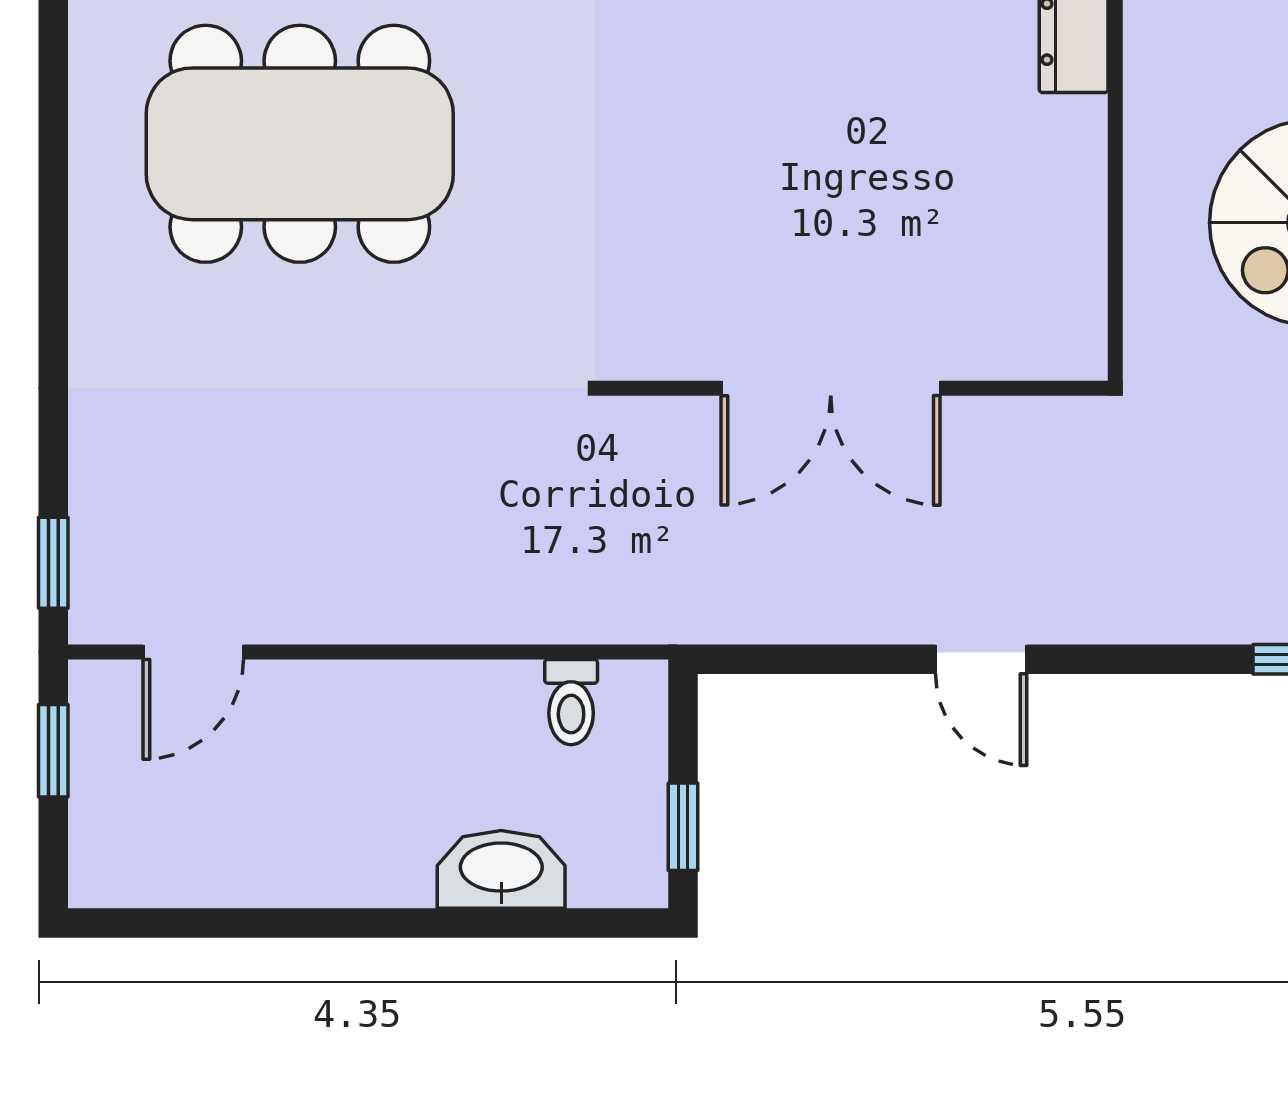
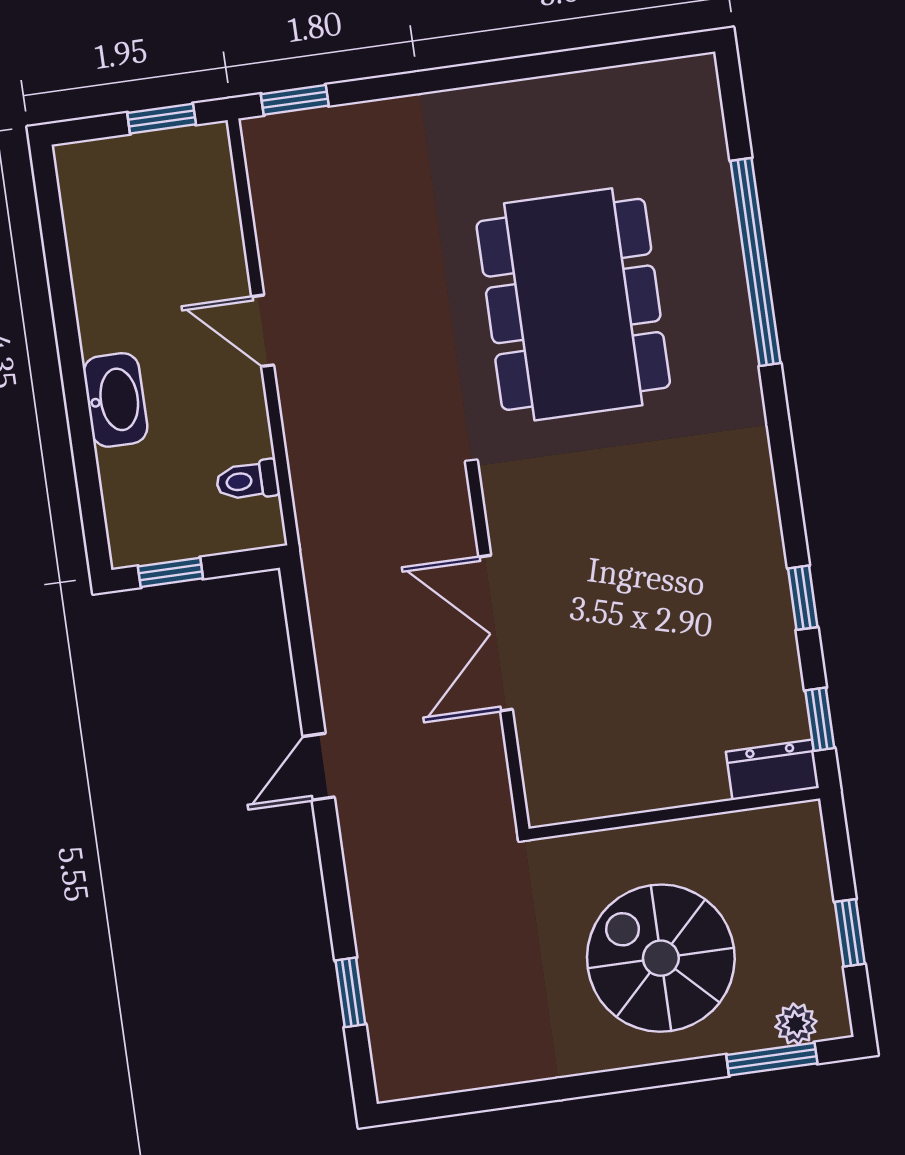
dining table: (300, 144) -> (573, 304), moved
door: (193, 652) -> (263, 331), moved
washbasin: (501, 869) -> (115, 400), moved

